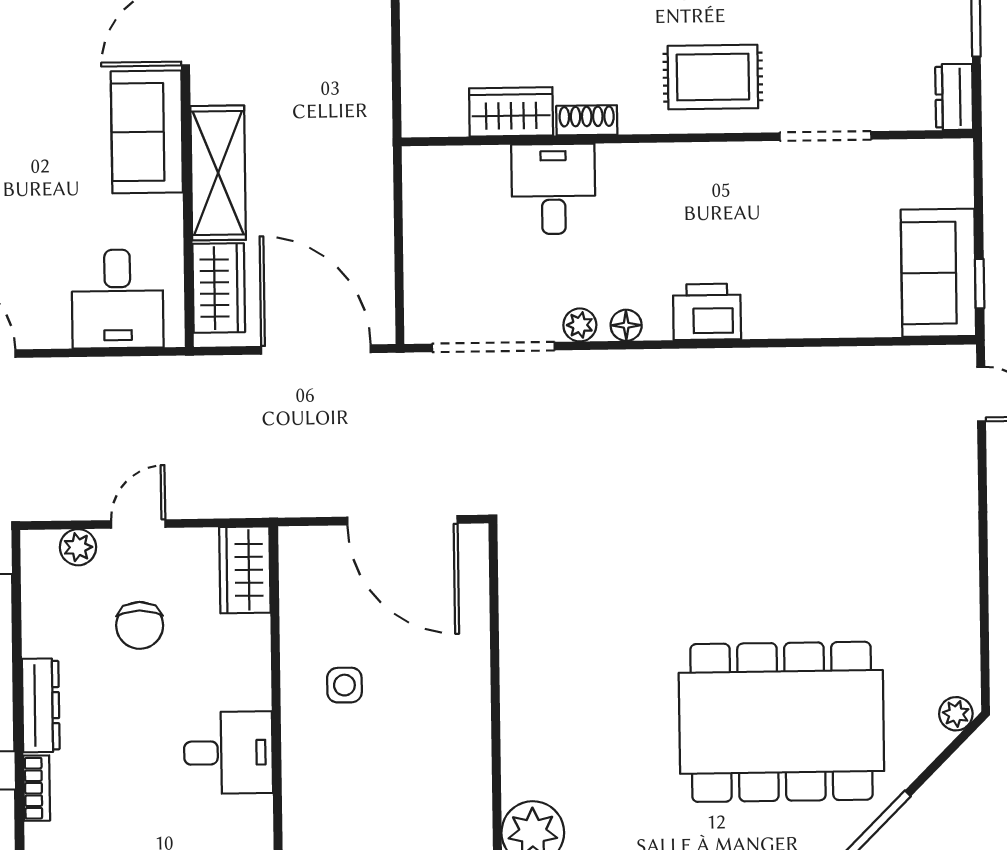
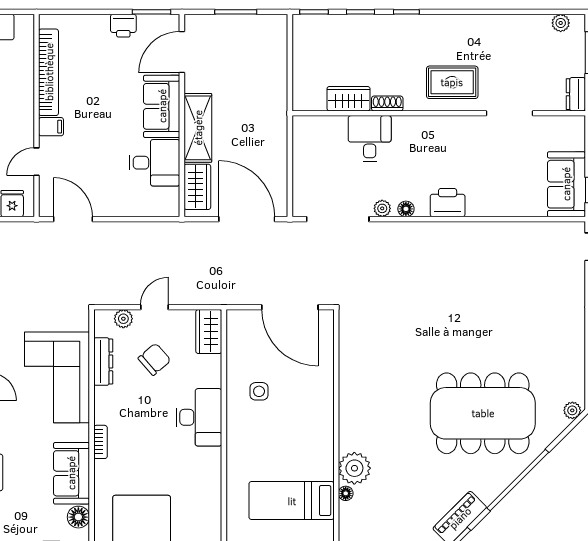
desk: (118, 299) -> (155, 163), moved, turned -90
chair: (140, 625) -> (154, 359), turned -131
dresser: (41, 705) -> (103, 361), moved
desk: (228, 753) -> (199, 417), width x1.37

